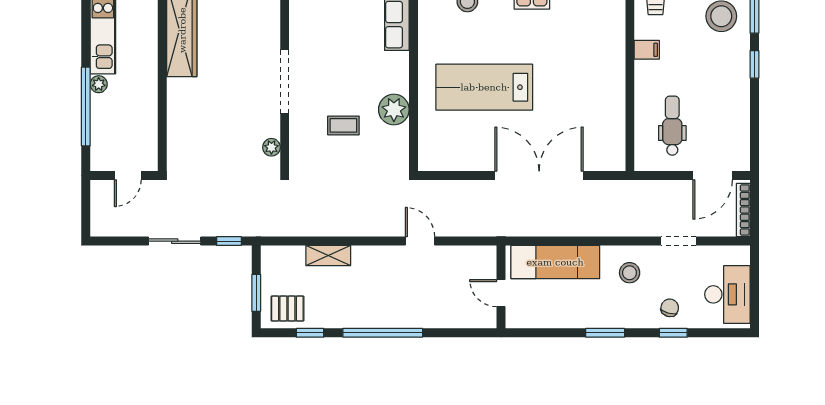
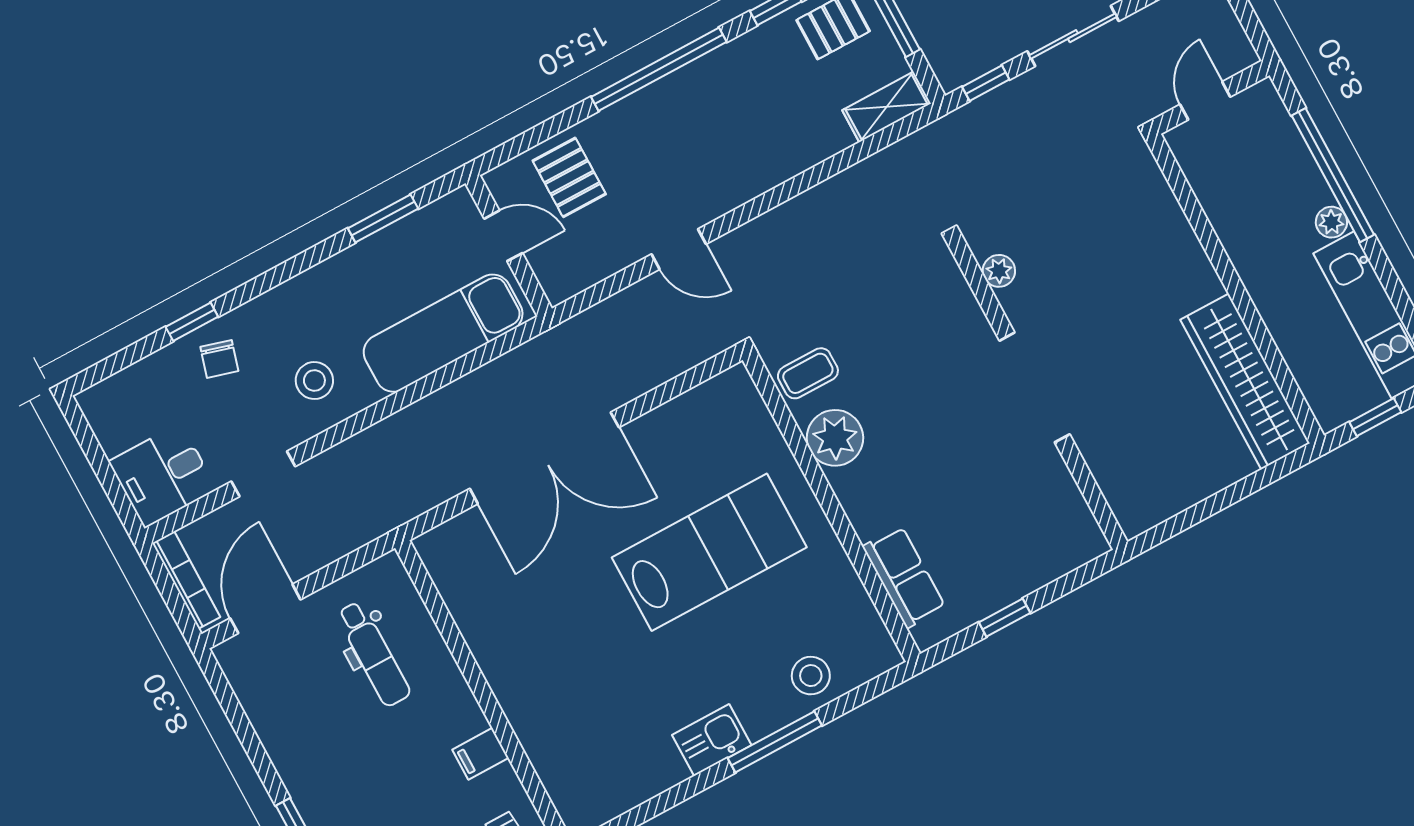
coffee table: (343, 125) -> (808, 373), moved
shelving: (328, 255) -> (887, 107), moved
desk: (727, 294) -> (163, 475), moved, width x0.73
pallet: (454, 304) -> (569, 177), added
window: (605, 333) -> (383, 218), moved

